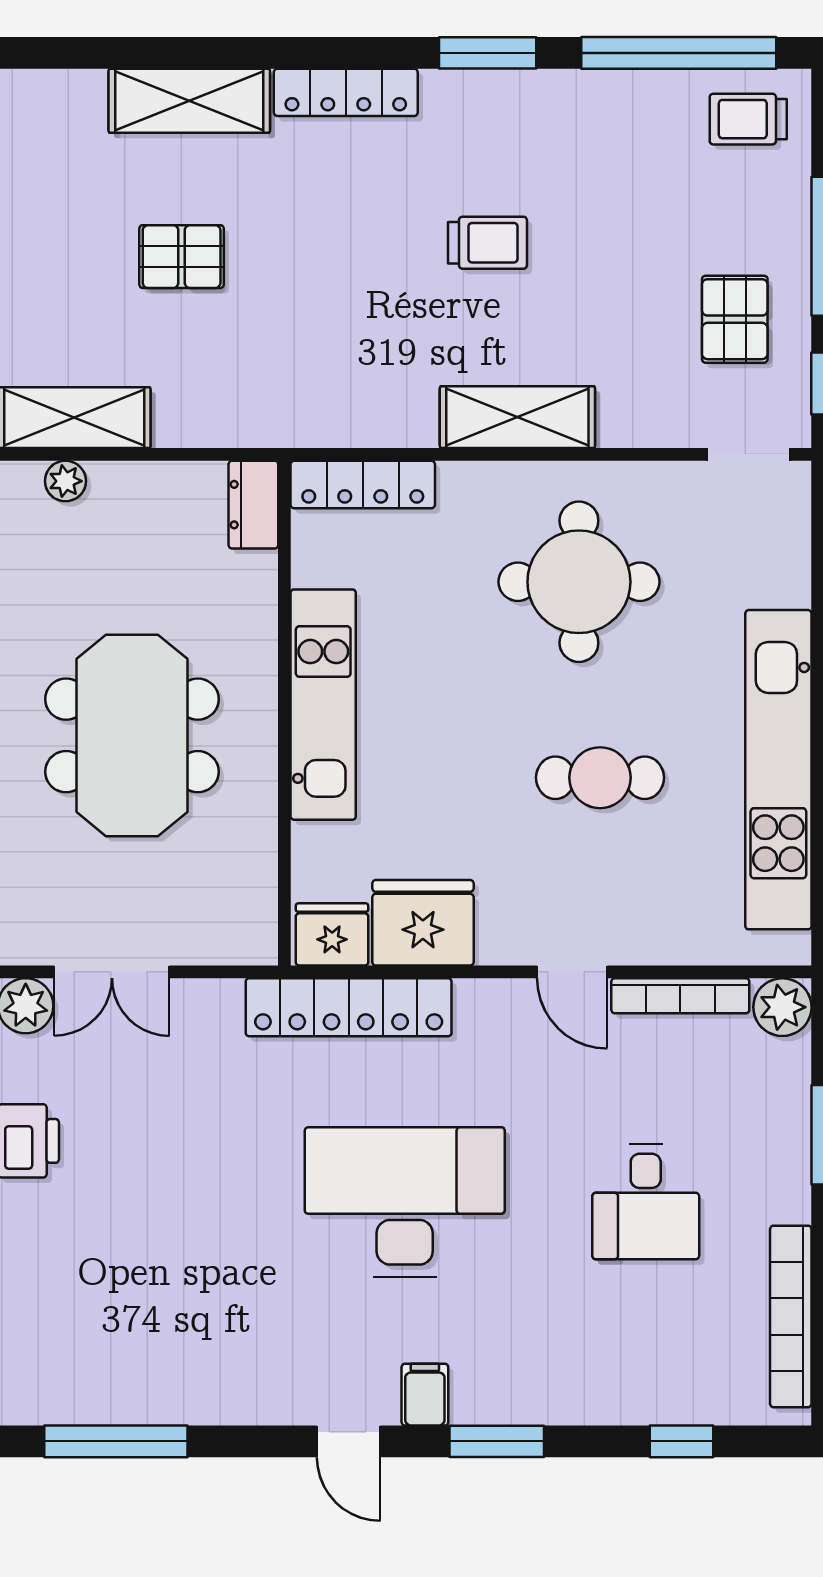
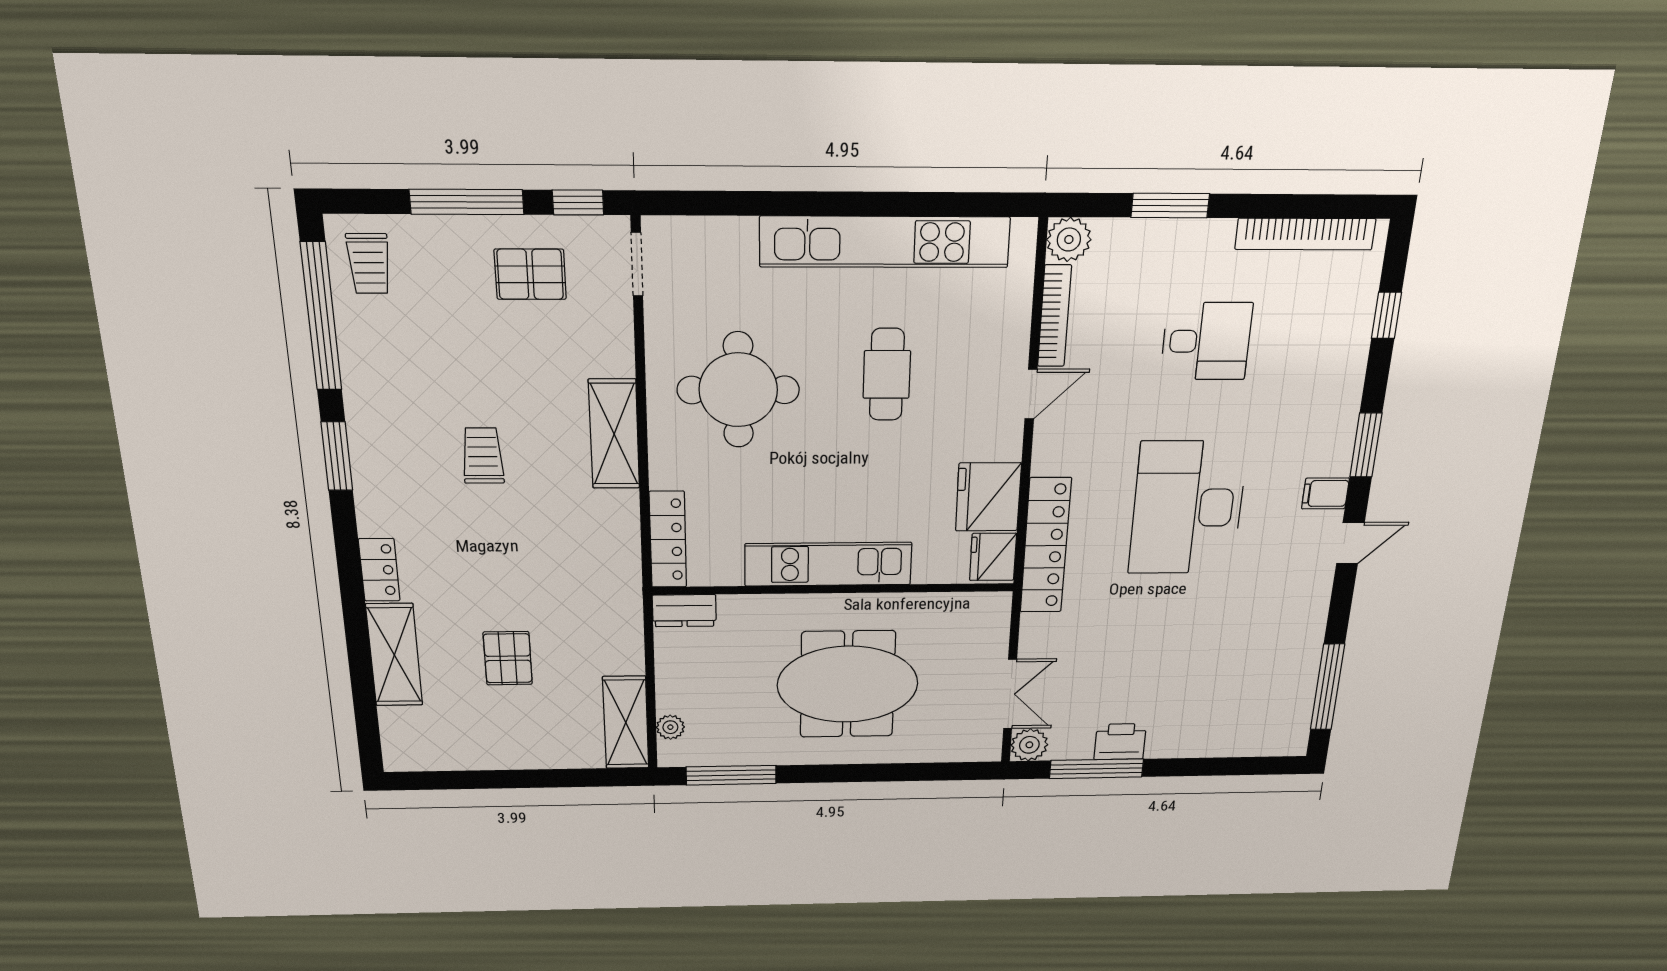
locker: (346, 92) -> (379, 570), width x0.66

